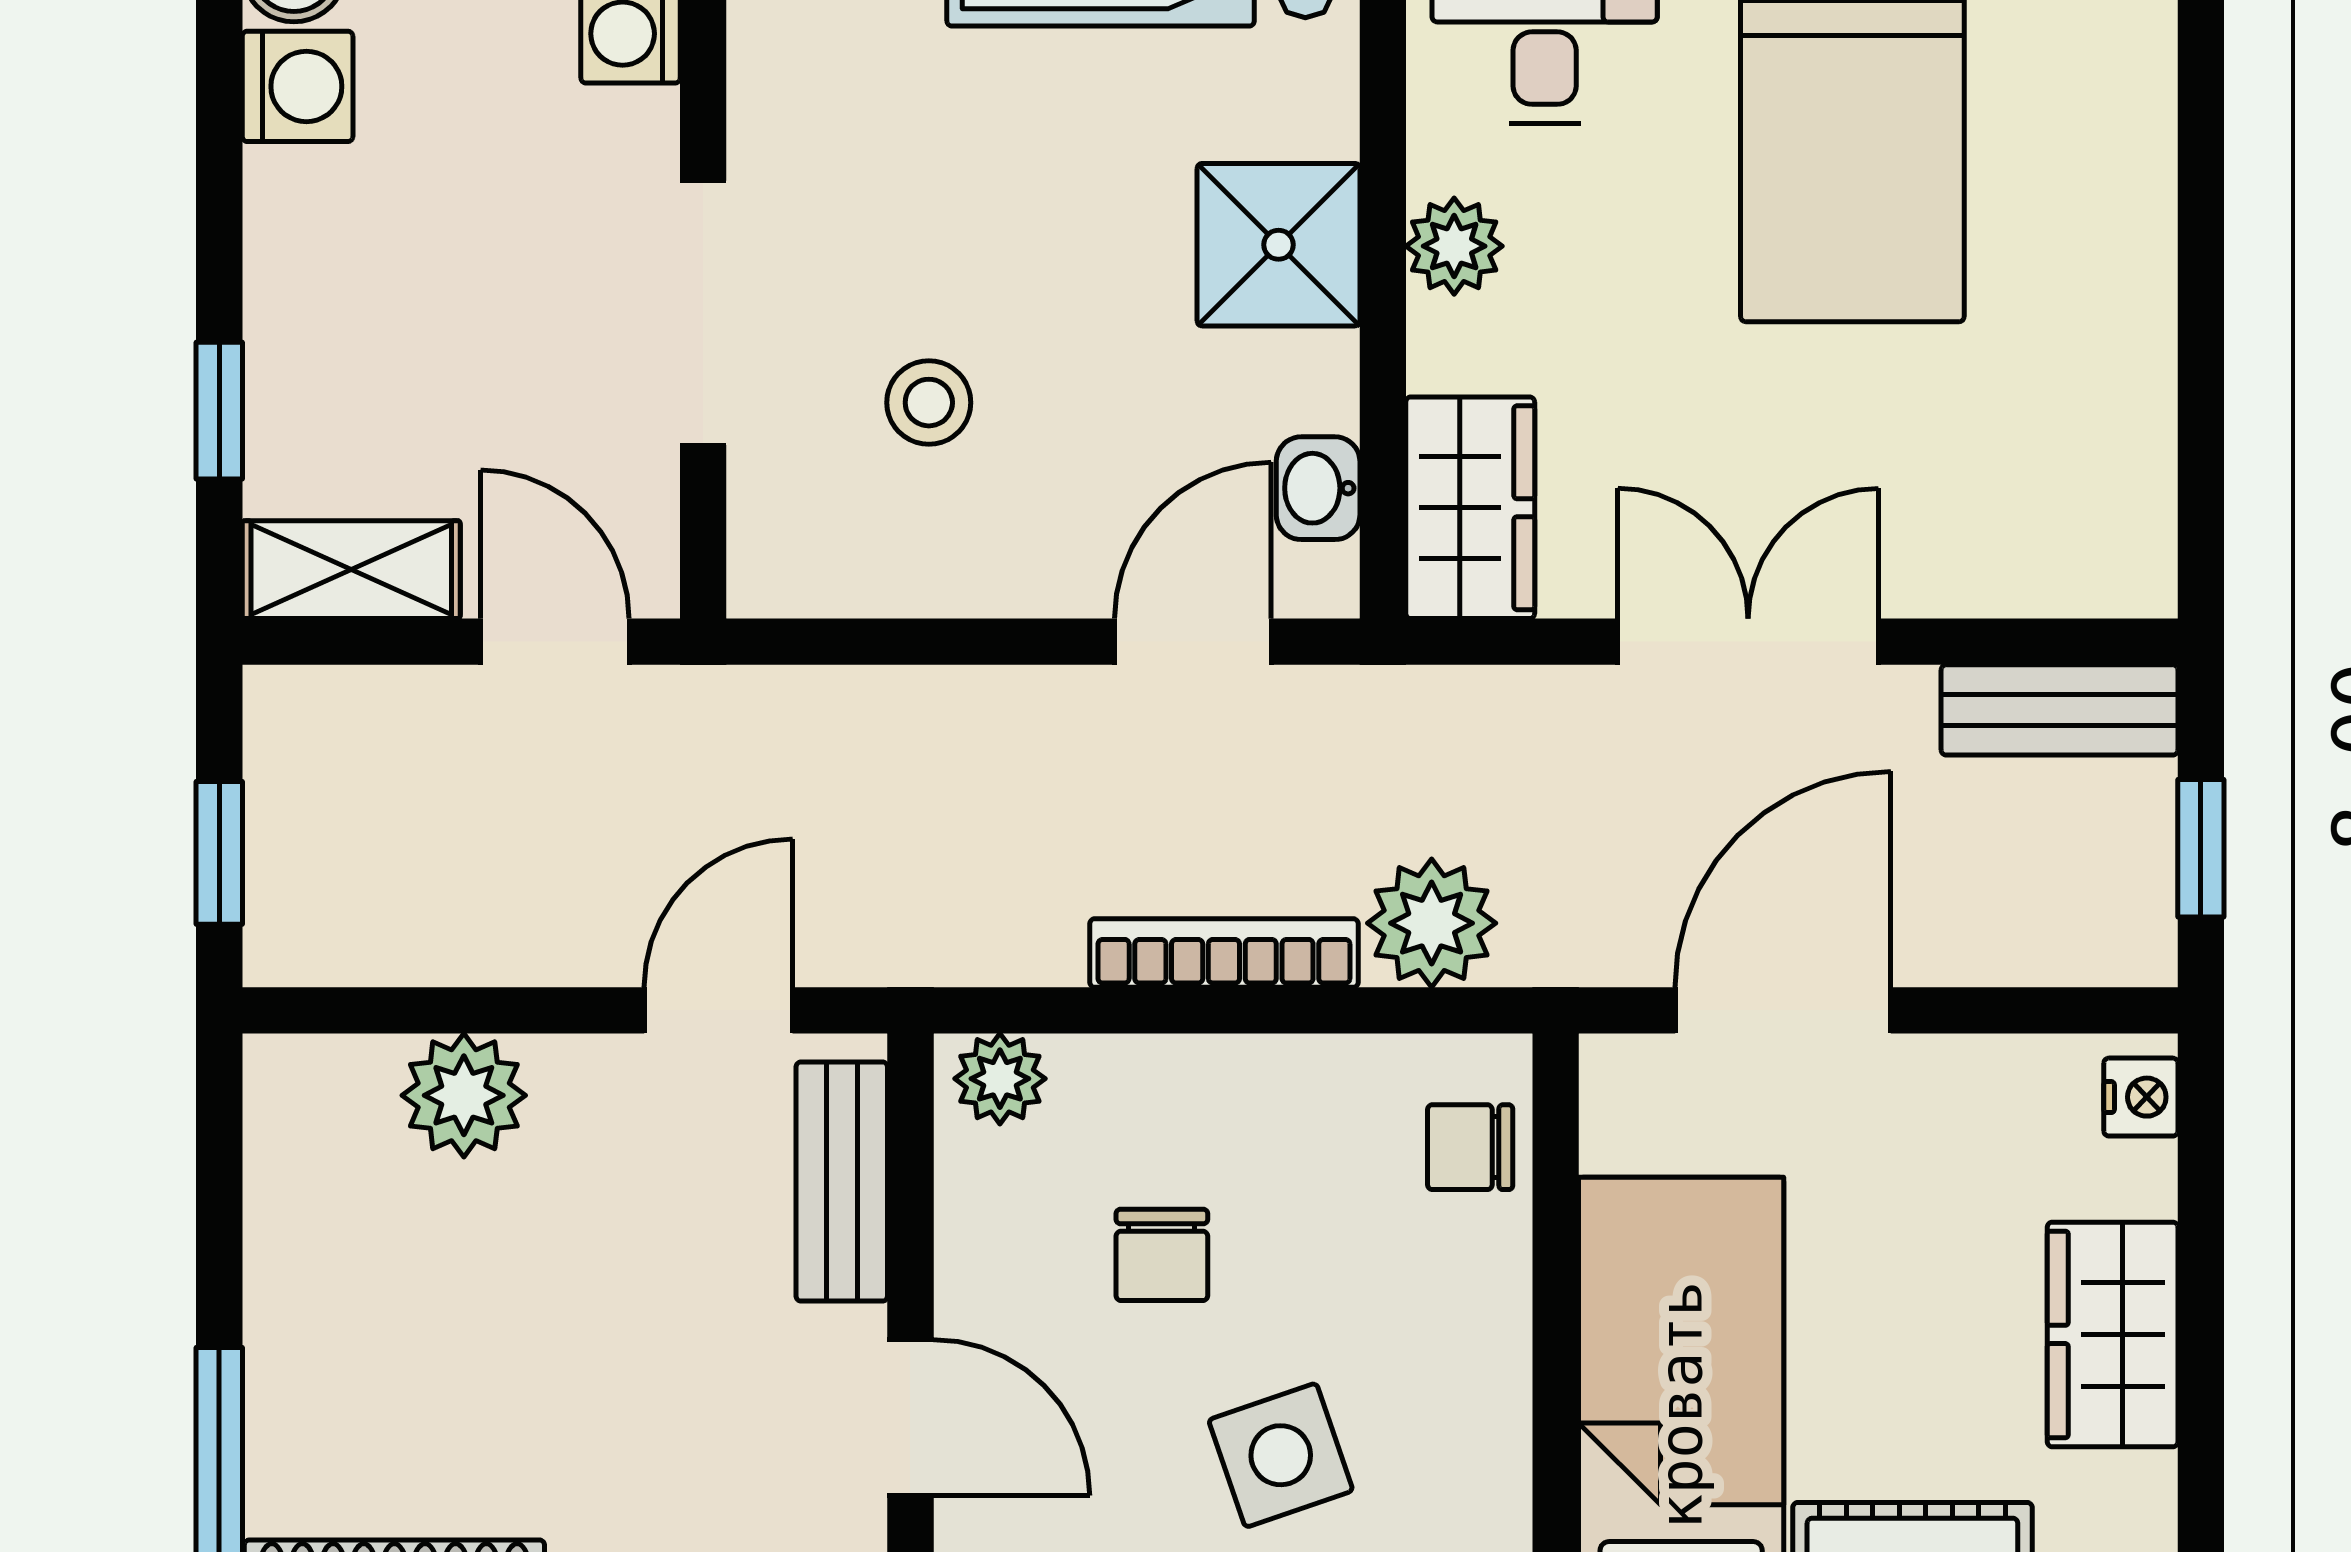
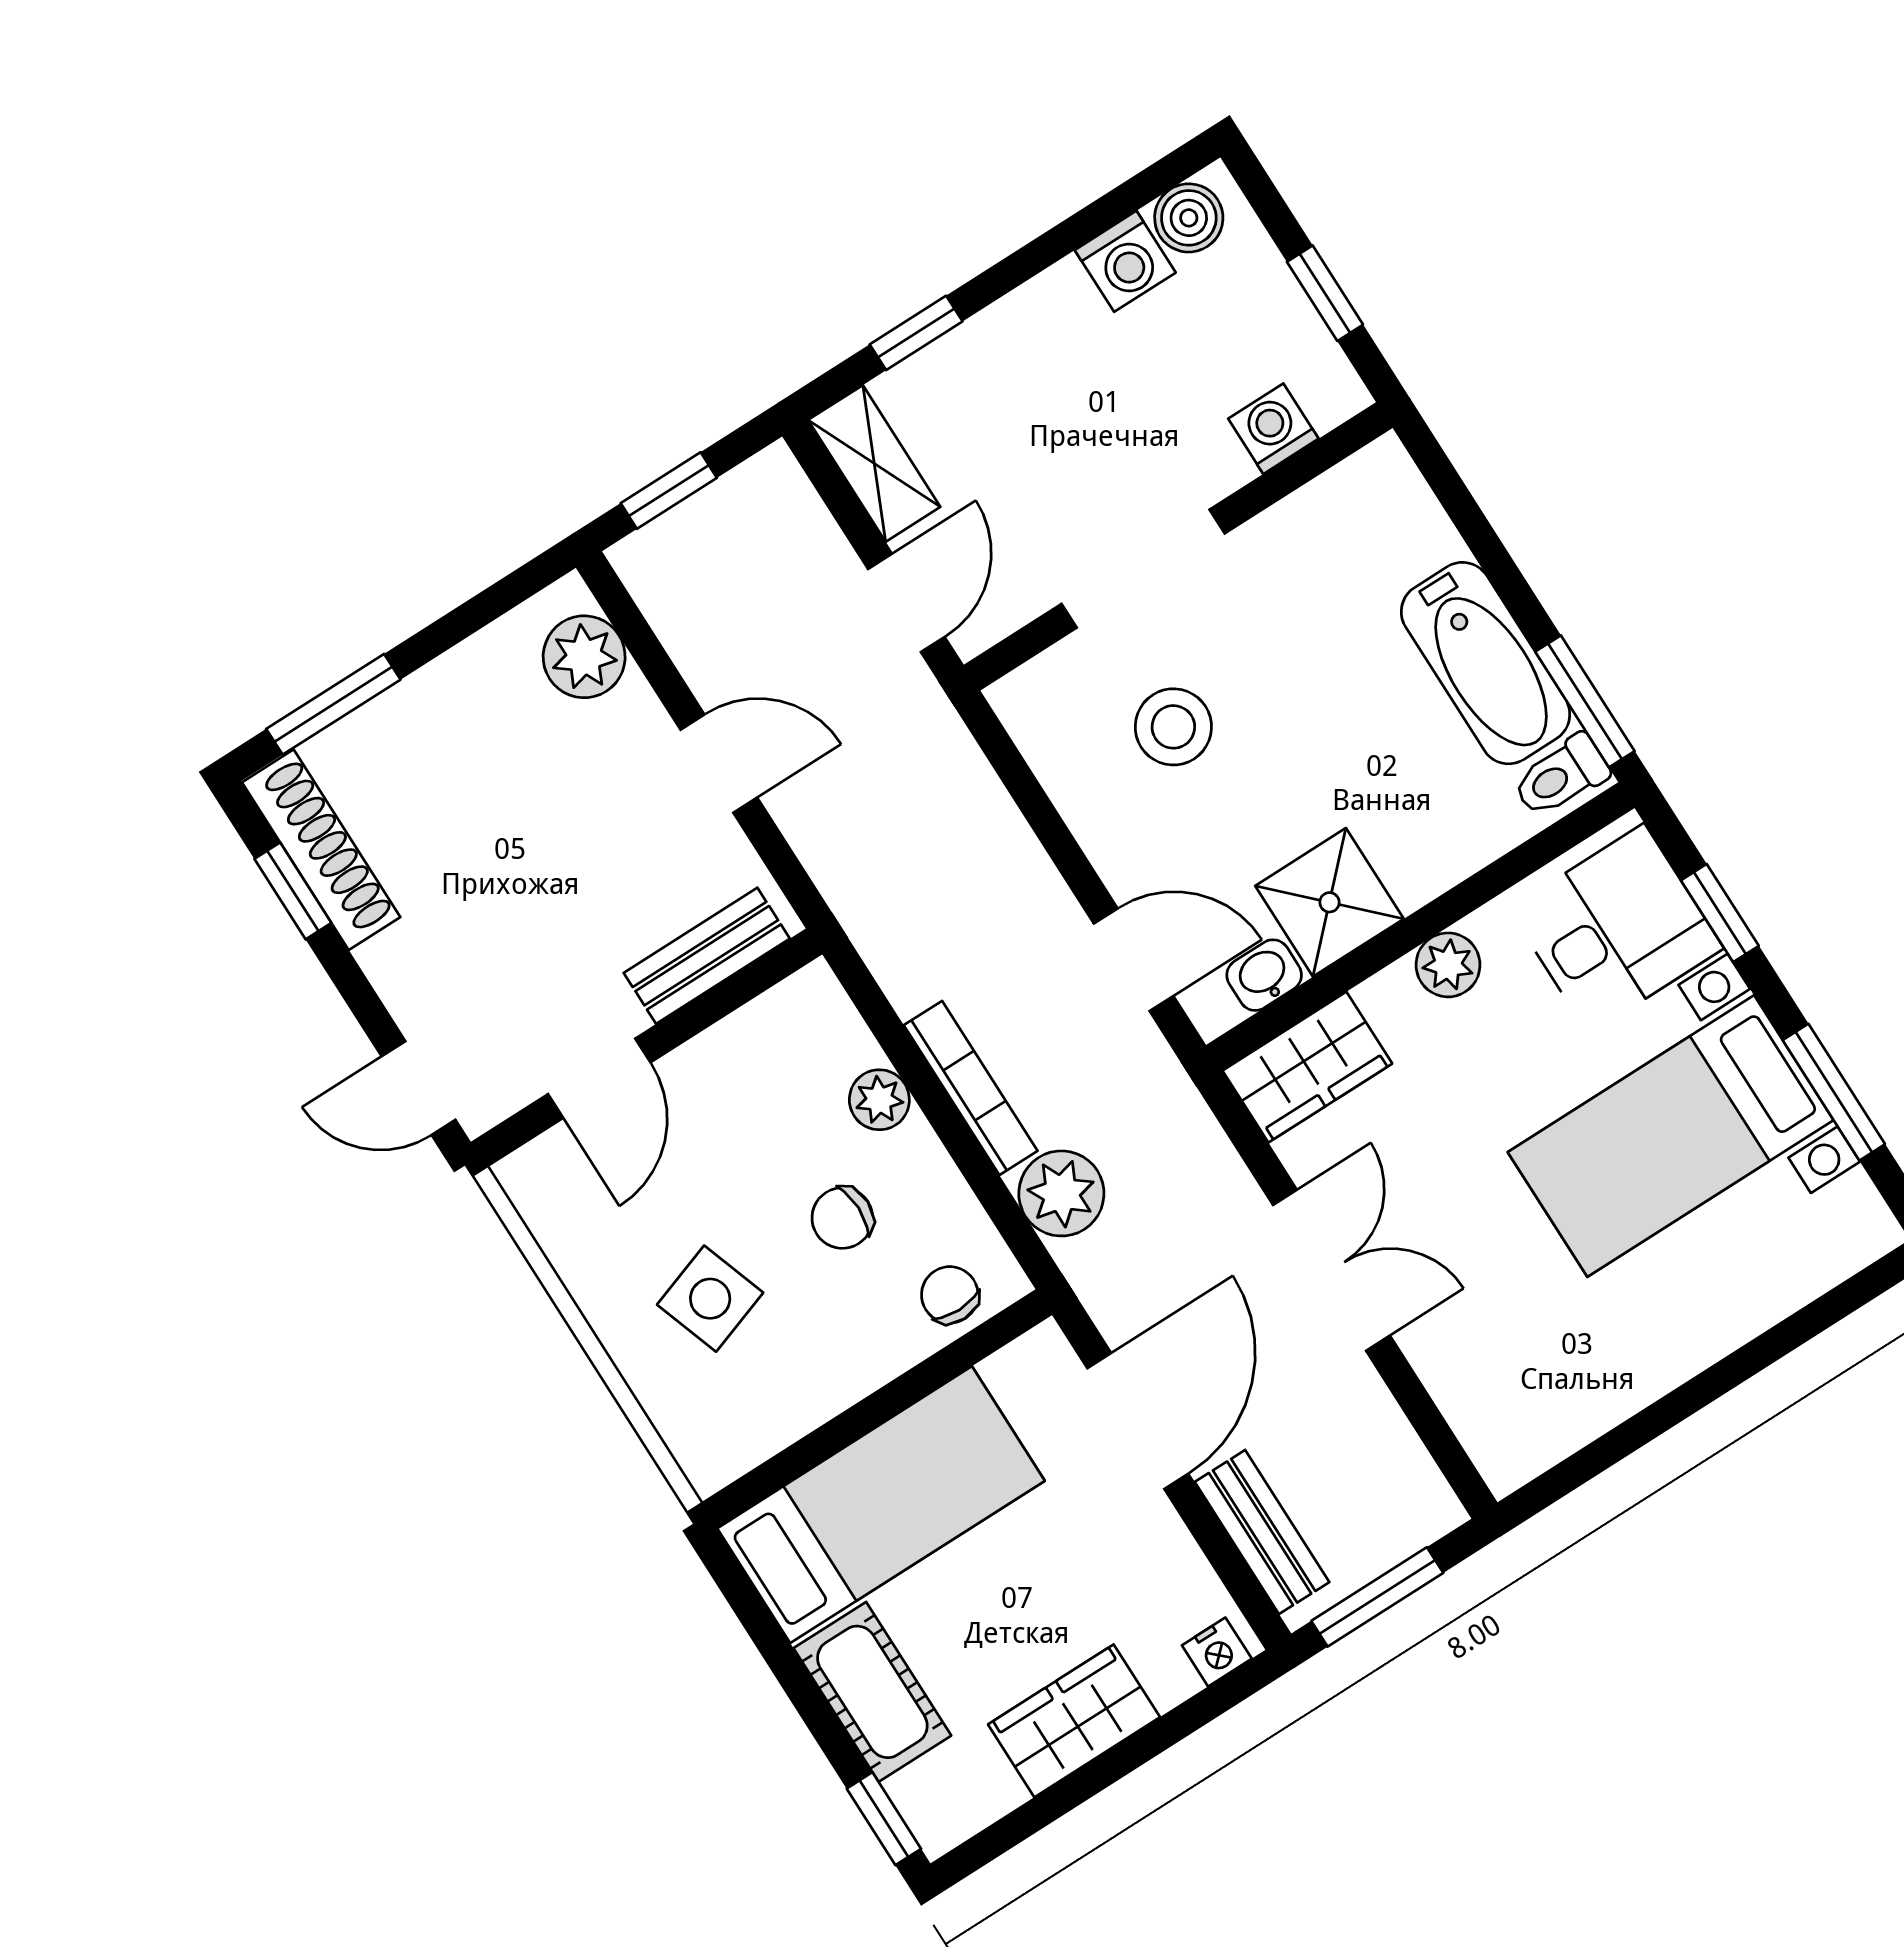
shower: (1278, 245) -> (1329, 902), moved
stool: (929, 403) -> (1173, 727), width x1.37, depth x1.37
bench: (2059, 710) -> (1262, 1532), moved
window: (2201, 848) -> (1377, 1597), width x1.50
door: (718, 1010) -> (719, 764), moved
door: (1783, 1010) -> (1138, 1421), hinge flipped
plant: (1000, 1079) -> (879, 1100), moved
plant: (464, 1095) -> (584, 657), moved
chair: (1162, 1255) -> (842, 1218), moved

